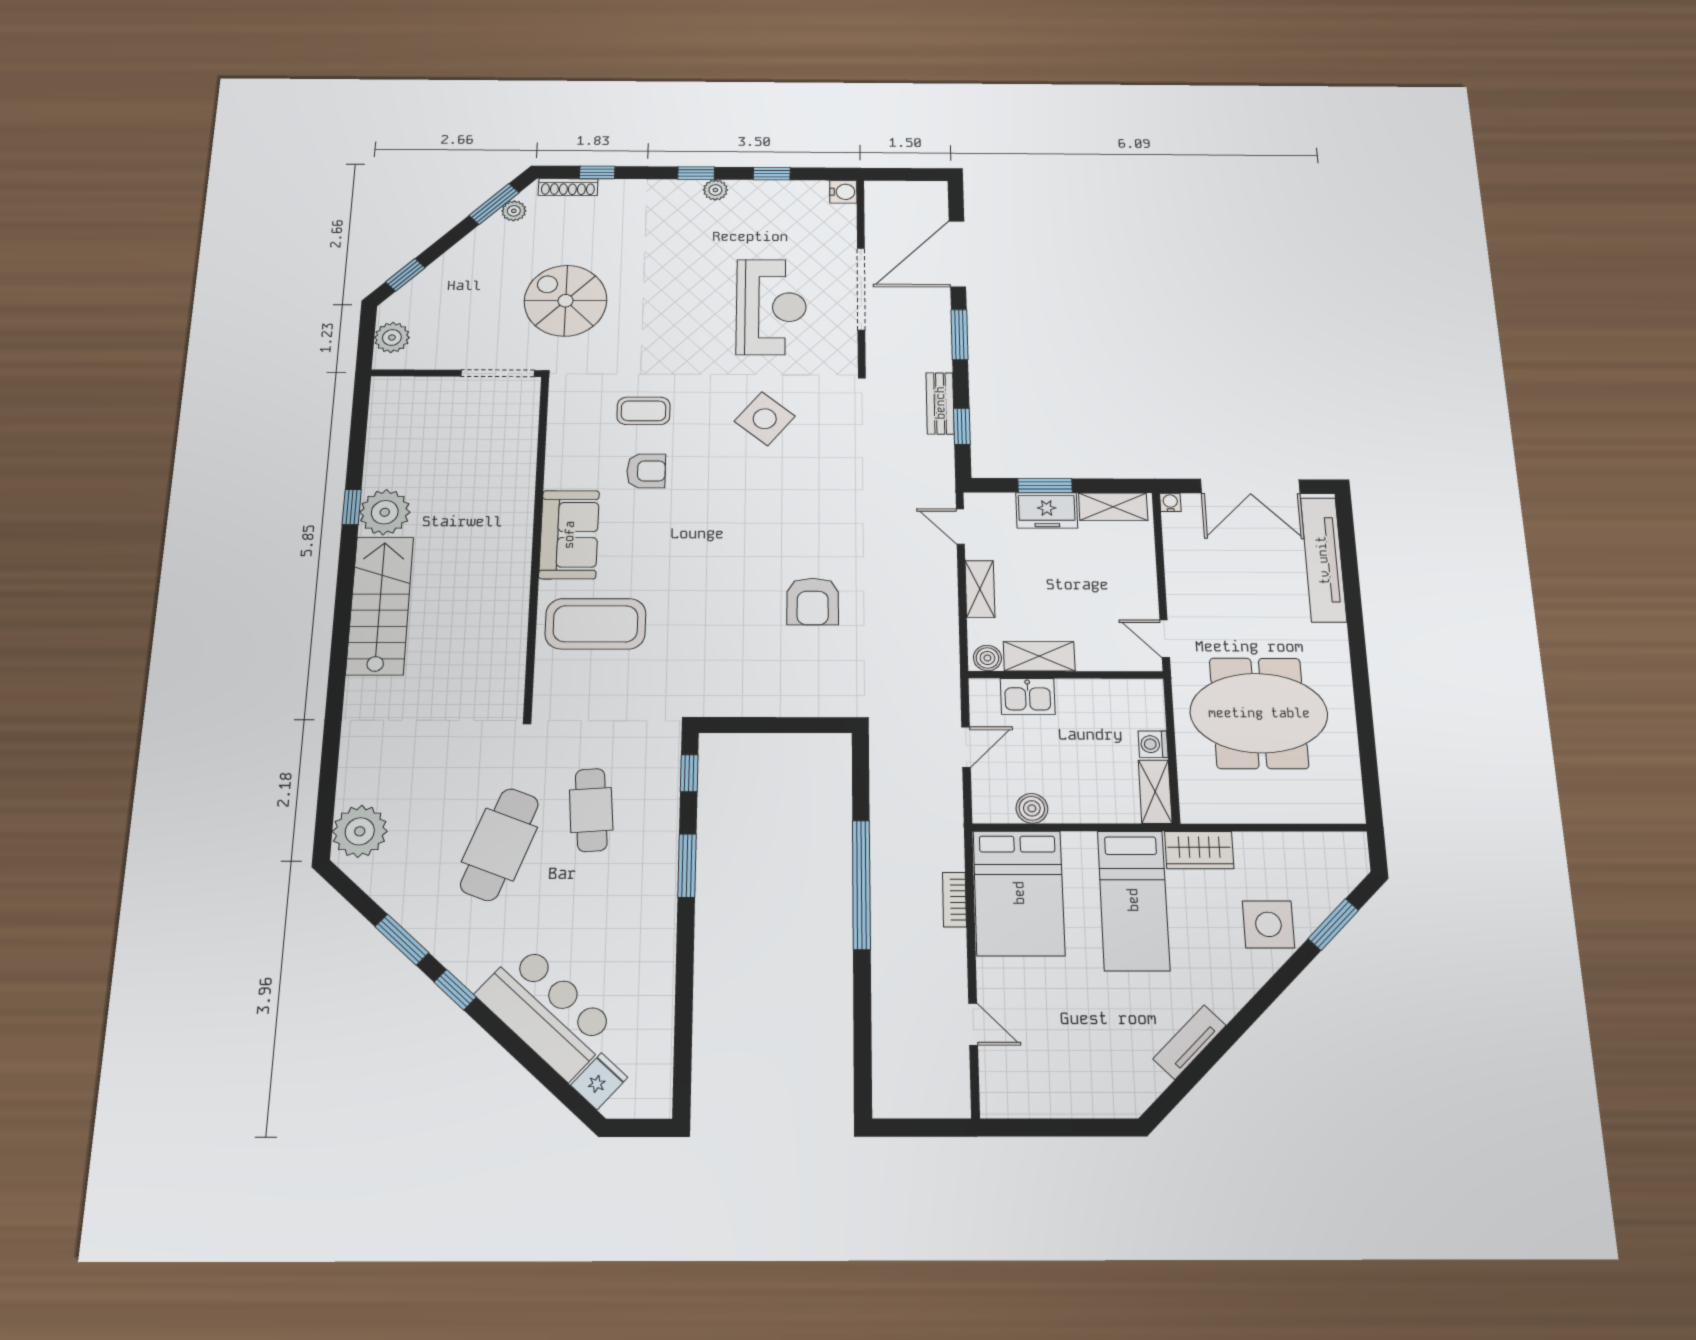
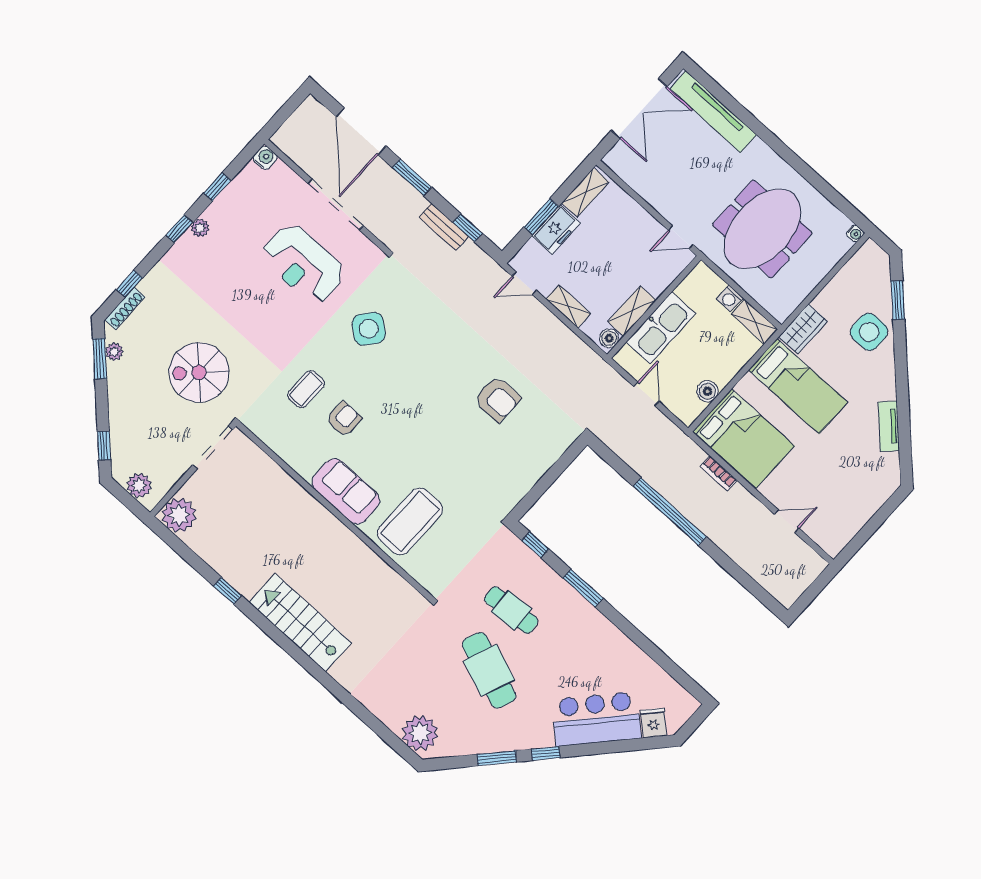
reception desk: (771, 307) -> (303, 264), turned 180
water cooler: (1170, 502) -> (855, 233), moved, turned 180
plant: (385, 512) -> (179, 515), moved
kitchen sink: (1028, 696) -> (661, 328), width x1.88, depth x1.24

